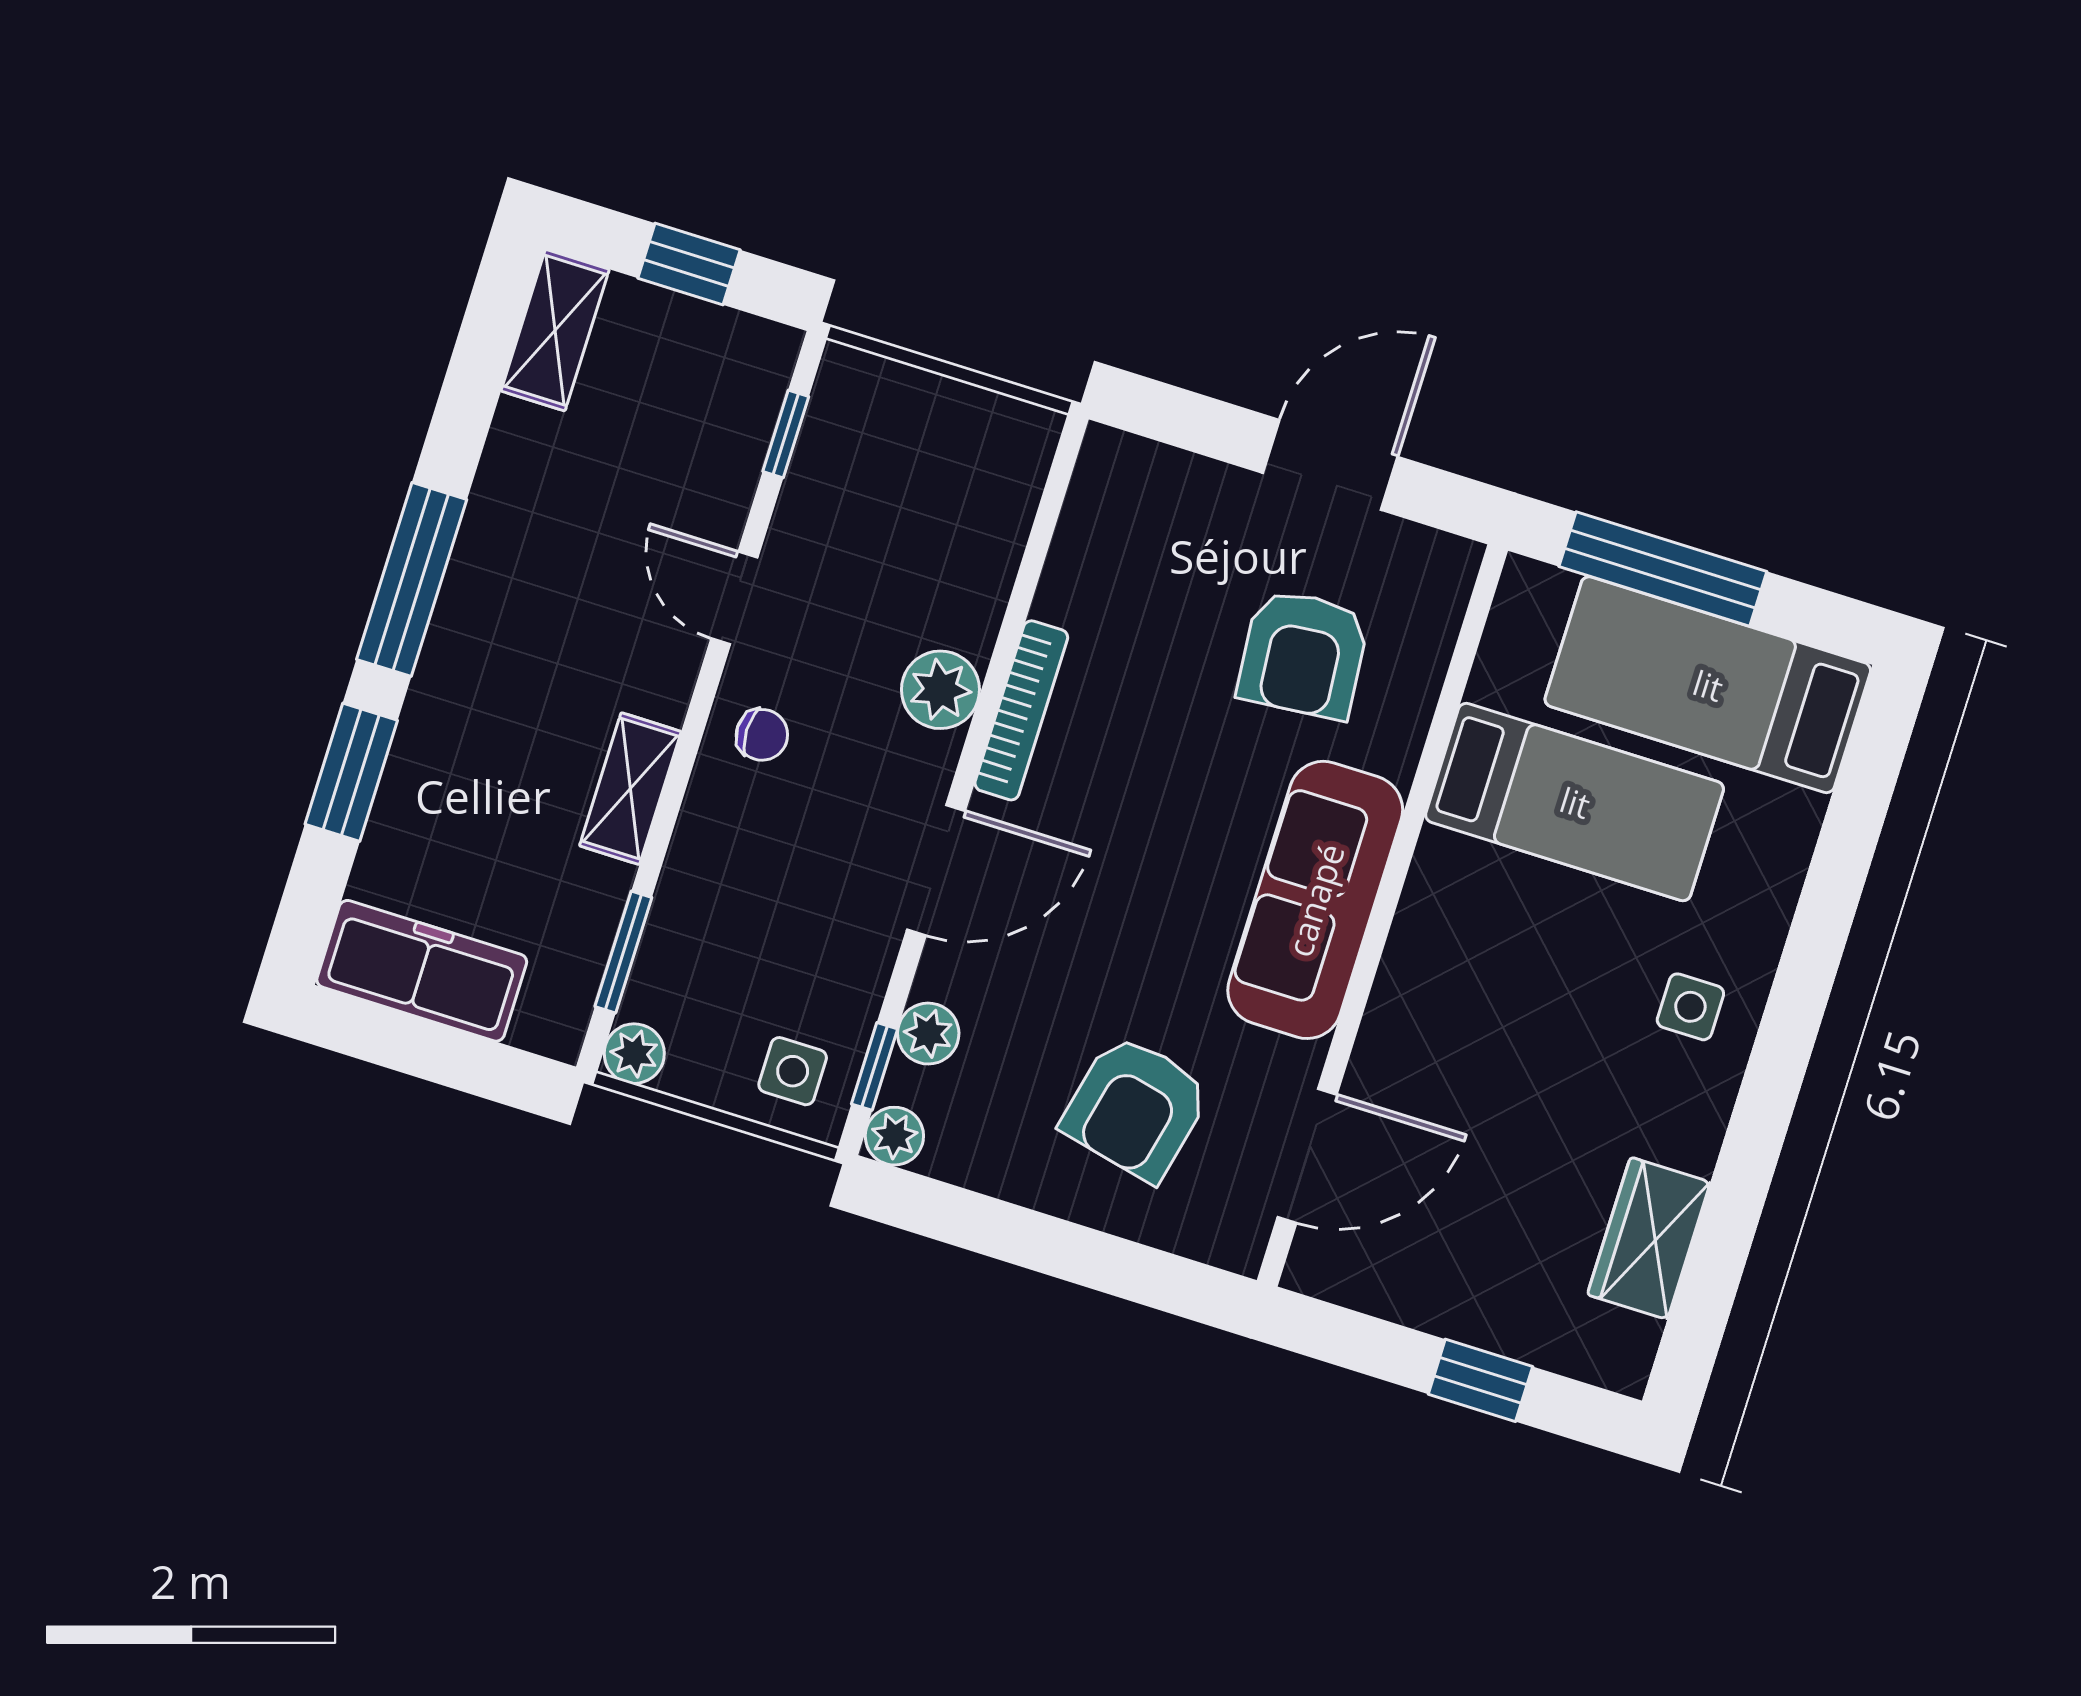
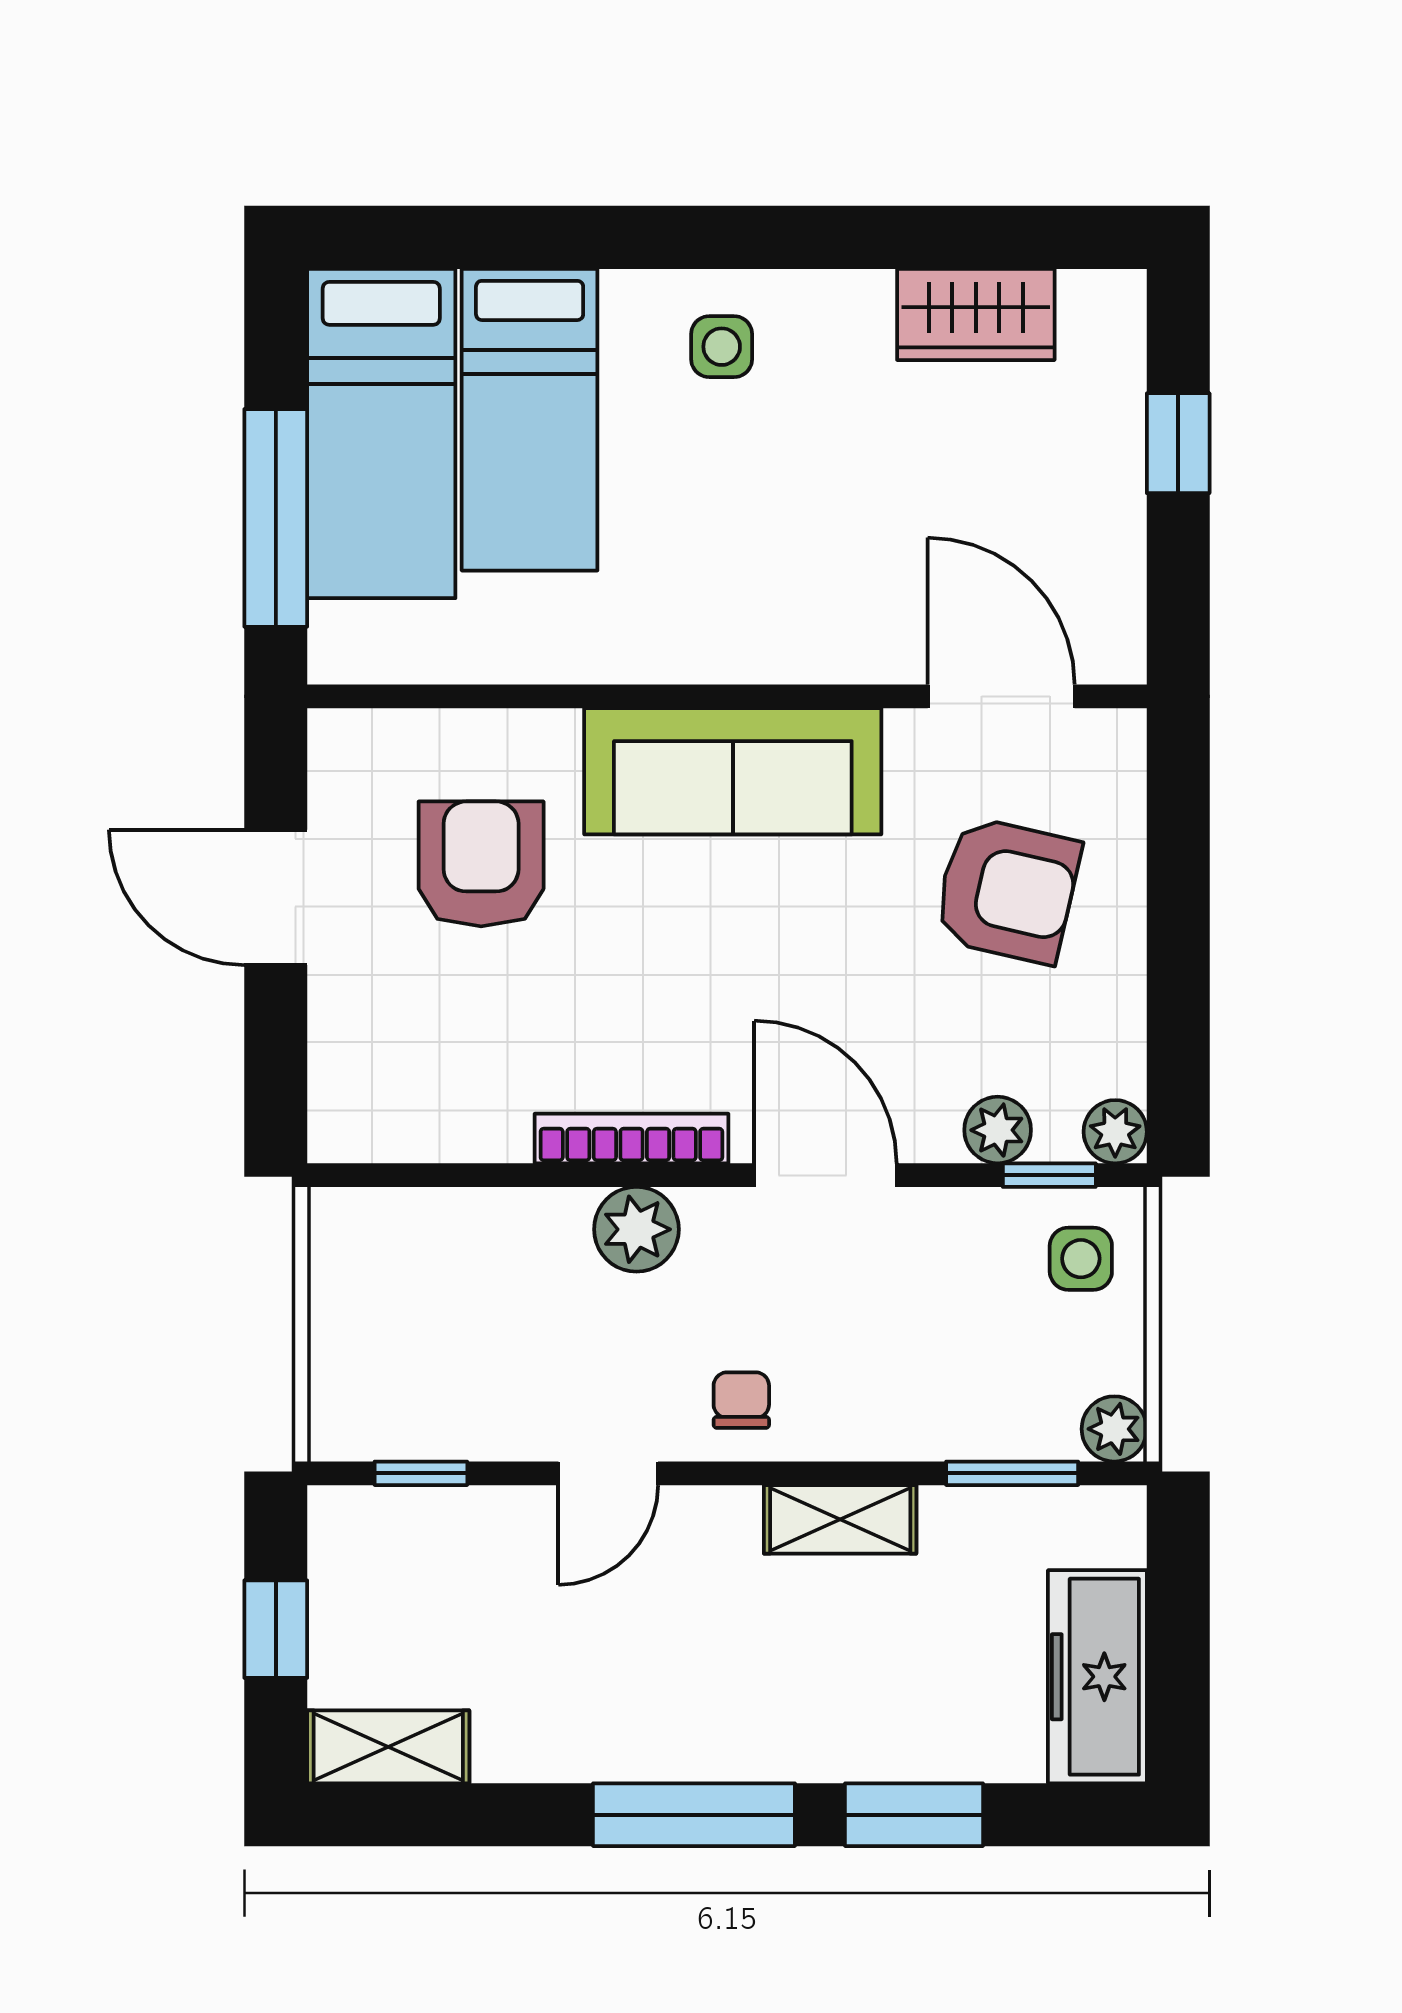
armchair: (1303, 654) -> (481, 864), turned -85
bed: (1575, 802) -> (530, 420), moved, turned 180

